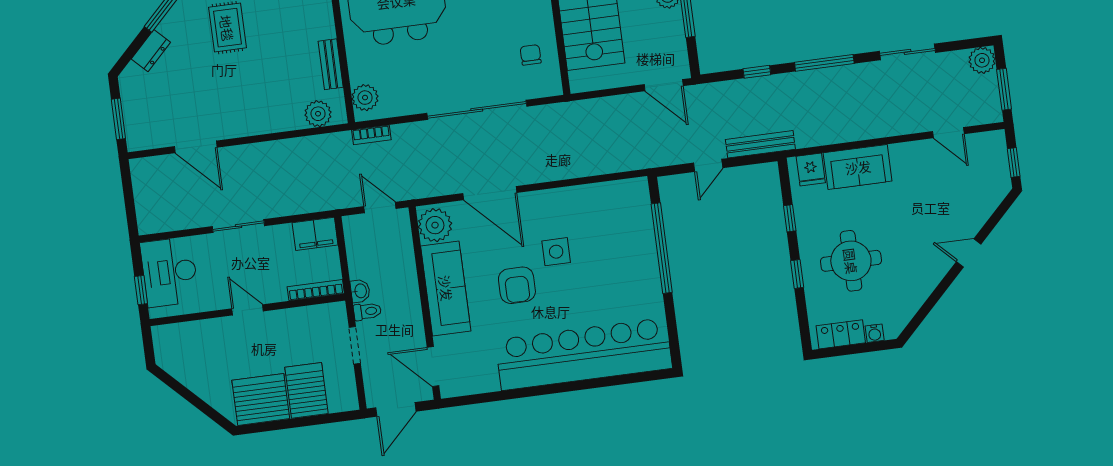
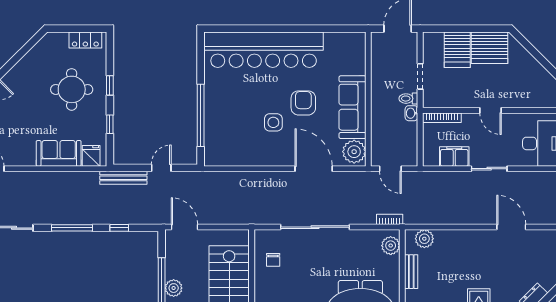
filing cabinet: (315, 234) -> (454, 156), moved
water cooler: (875, 333) -> (62, 38), removed
door: (433, 367) -> (368, 55), removed

